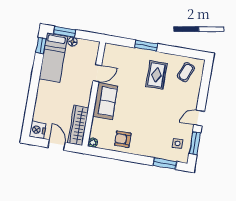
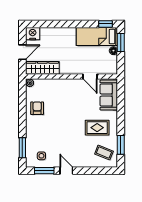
window: (146, 46) -> (121, 145), moved
sofa: (105, 101) -> (109, 95), moved, turned 90

